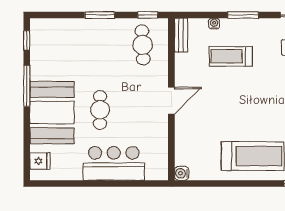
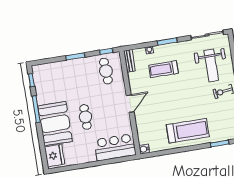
fridge: (40, 161) -> (54, 156), width x1.88, depth x1.34
bar counter: (114, 163) -> (115, 147), moved

